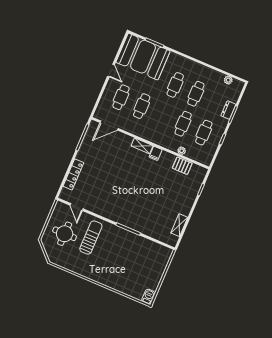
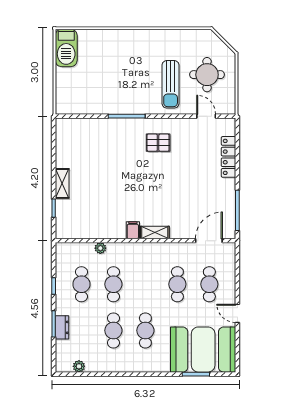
pallet: (182, 166) -> (158, 143), moved
shelving: (179, 225) -> (62, 183), moved
barbecue: (148, 297) -> (66, 48), width x1.88, depth x1.53

